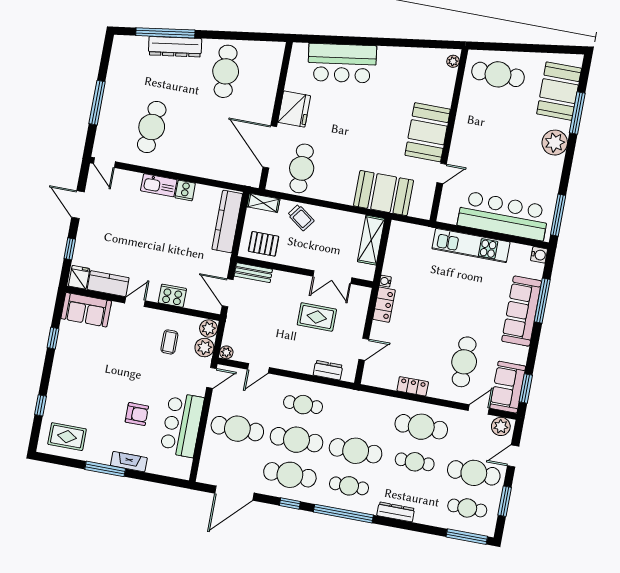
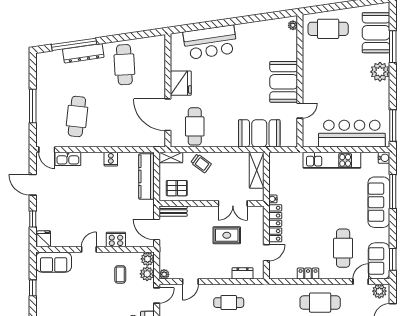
kitchen sink: (159, 185) -> (68, 159), moved
kitchen counter: (108, 284) -> (66, 239), removed
locker: (384, 305) -> (275, 223), width x1.53

